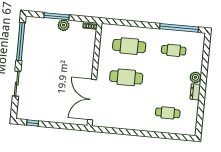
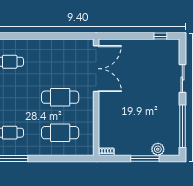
plant: (64, 25) -> (158, 149), moved

